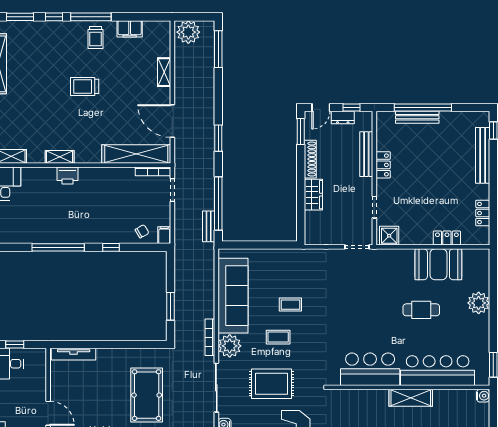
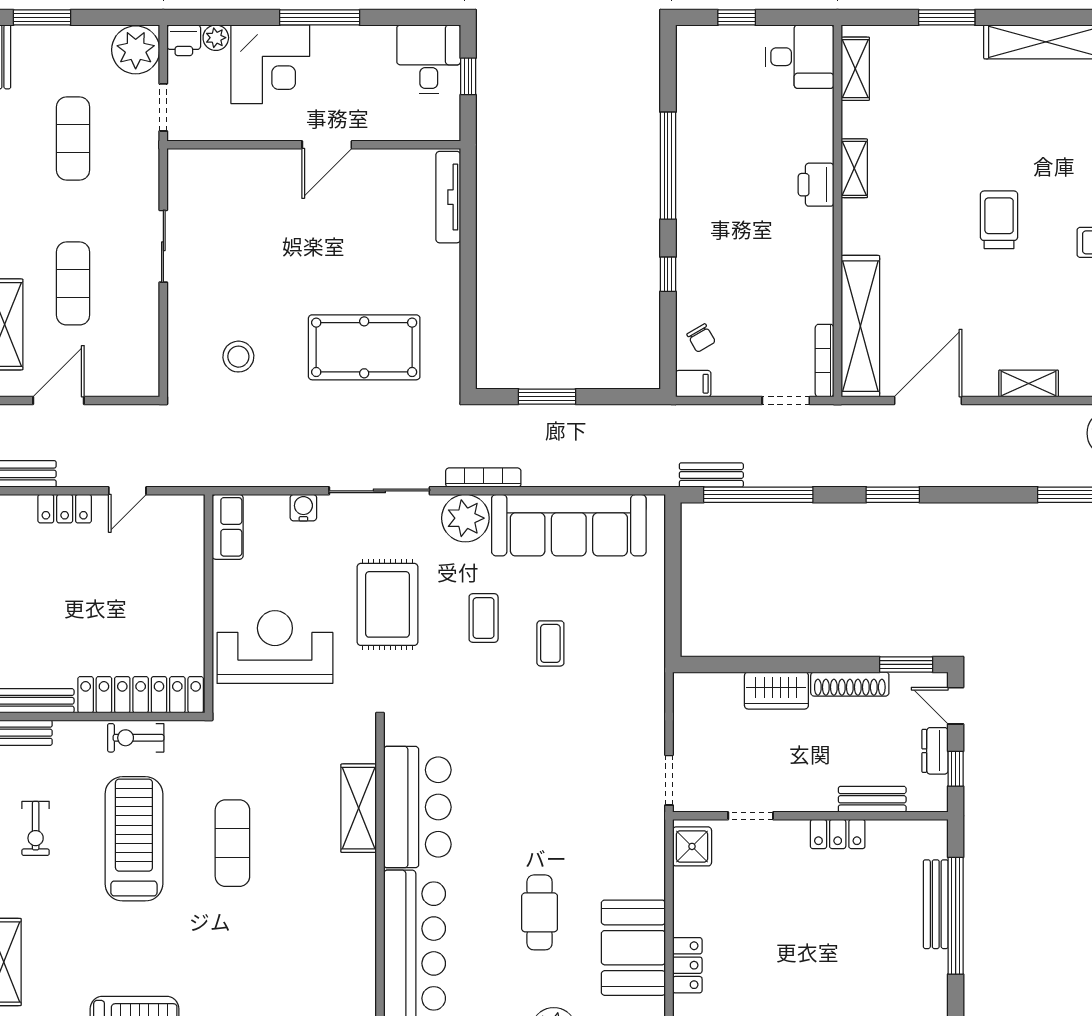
bench: (366, 154) -> (872, 799), width x0.73
shelving: (411, 398) -> (359, 808), moved

